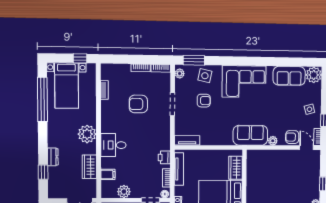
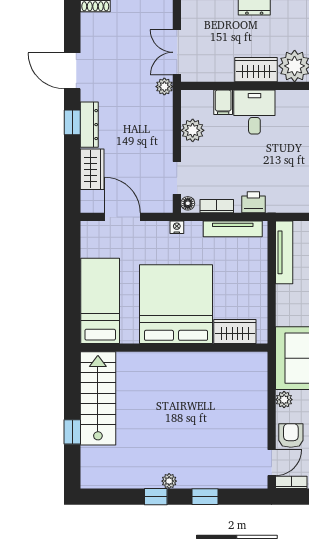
tv unit: (187, 140) -> (284, 252), width x1.41
desk: (113, 145) -> (254, 112), moved
wardrobe: (89, 167) -> (256, 70), moved

